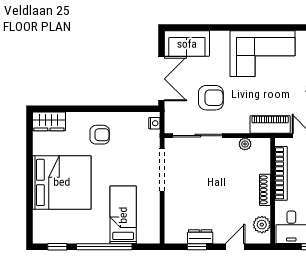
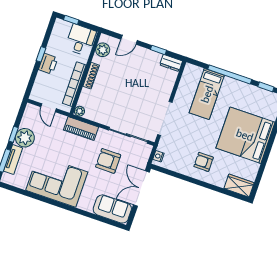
piano: (270, 124) -> (81, 129), moved
plant: (245, 144) -> (79, 111), moved
dresser: (200, 237) -> (171, 63), moved

